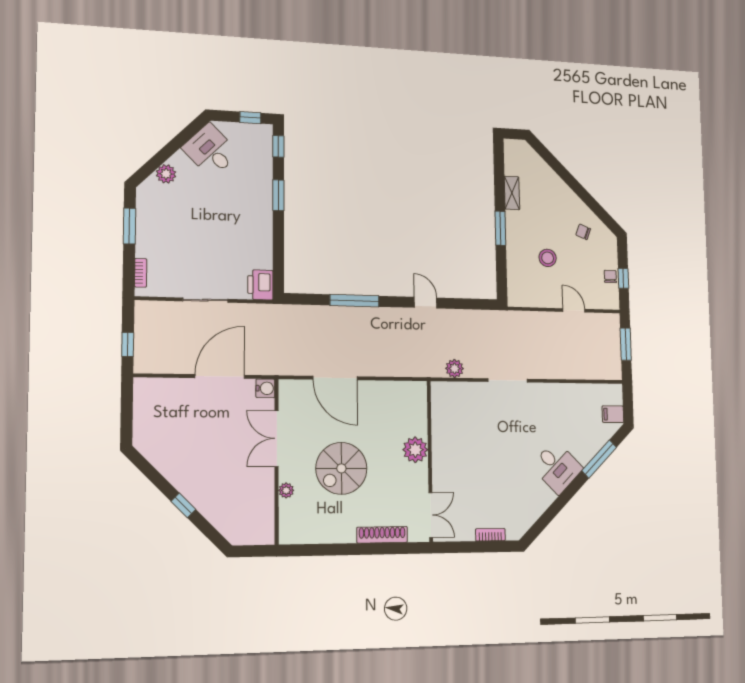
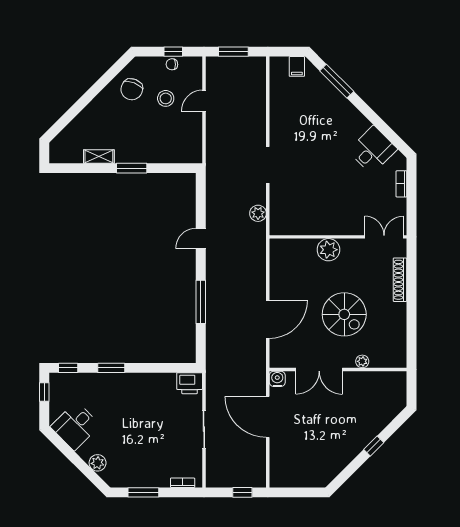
chair: (583, 232) -> (132, 89), width x1.87, depth x1.87
stool: (548, 258) -> (166, 98), moved
desk: (557, 467) -> (373, 150), moved

